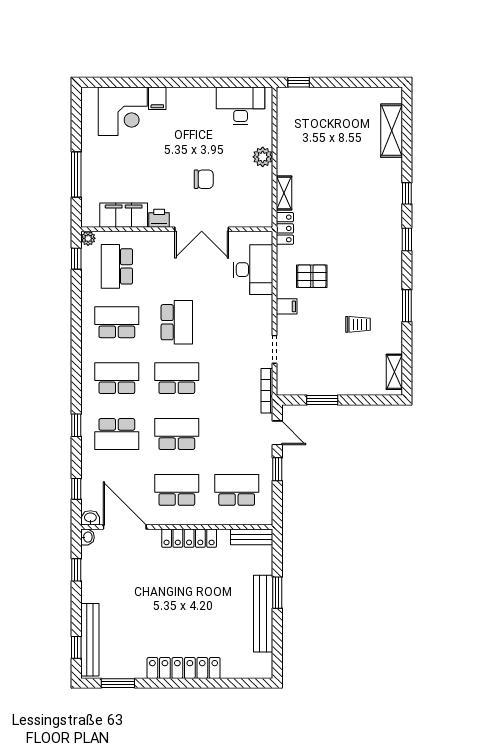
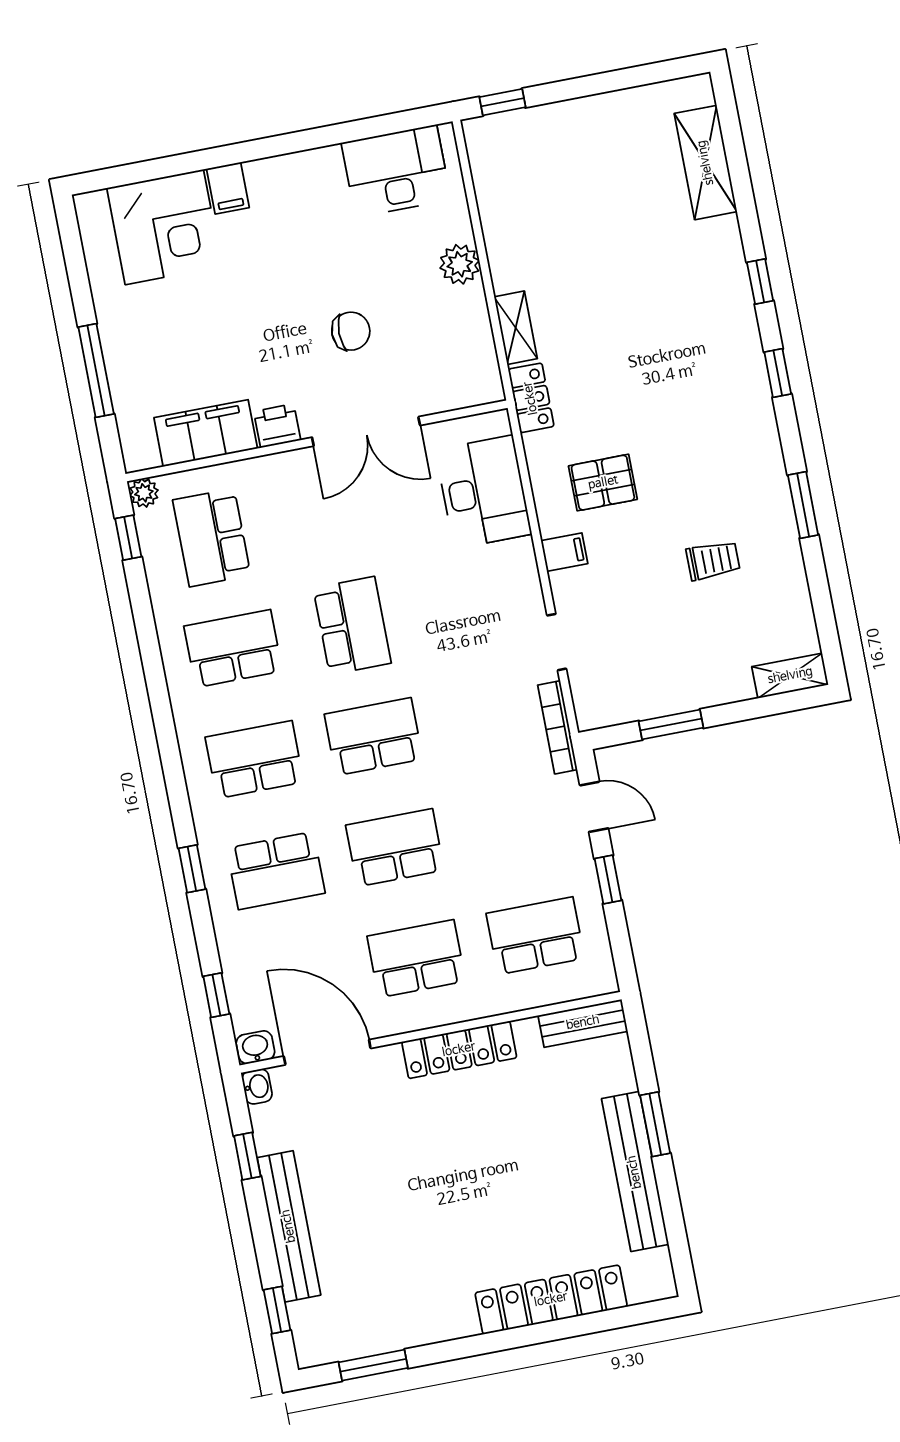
shelving: (394, 372) -> (790, 676), moved, turned 90
bench: (90, 640) -> (289, 1226), moved
locker: (184, 668) -> (551, 1300), moved

